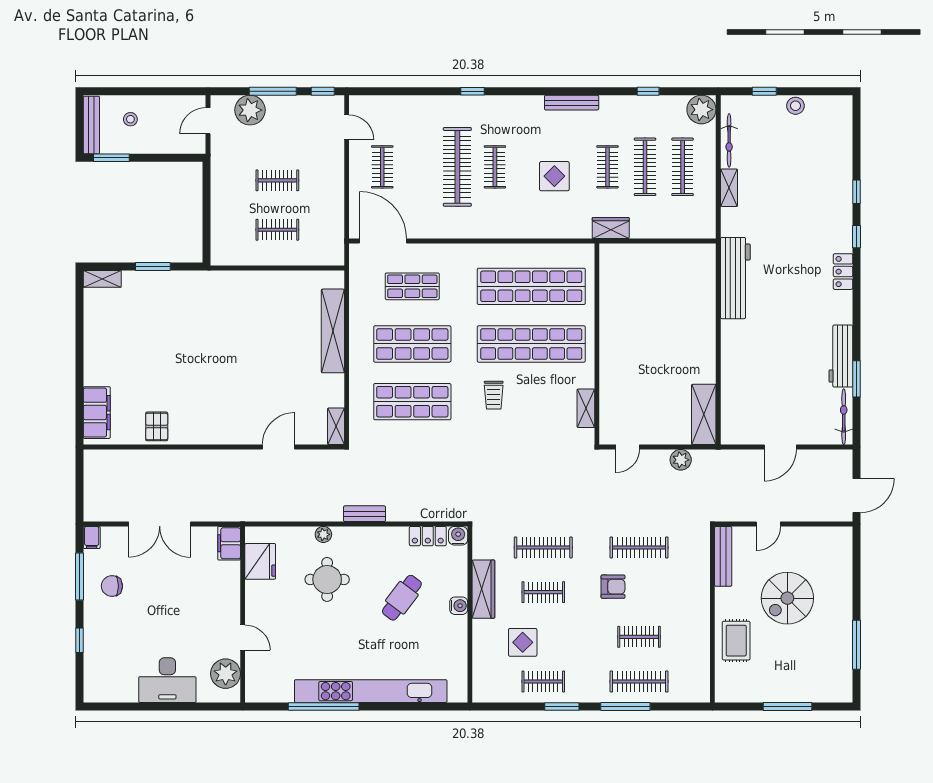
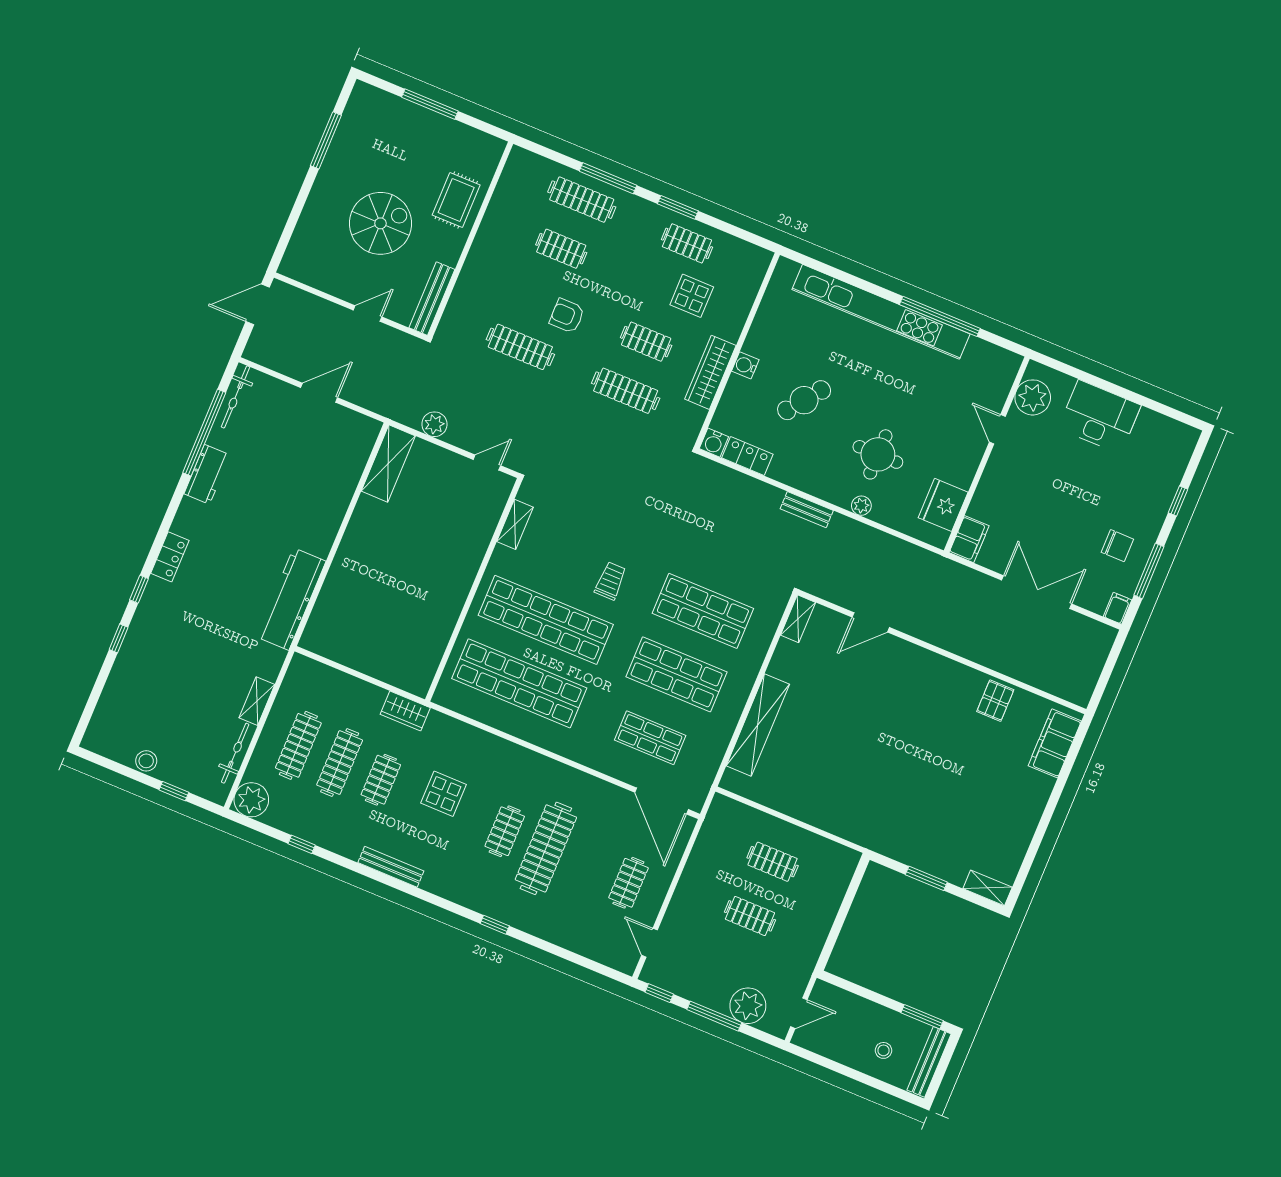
workbench: (841, 356) -> (207, 474), width x0.73
window: (856, 379) -> (204, 433), width x2.11

